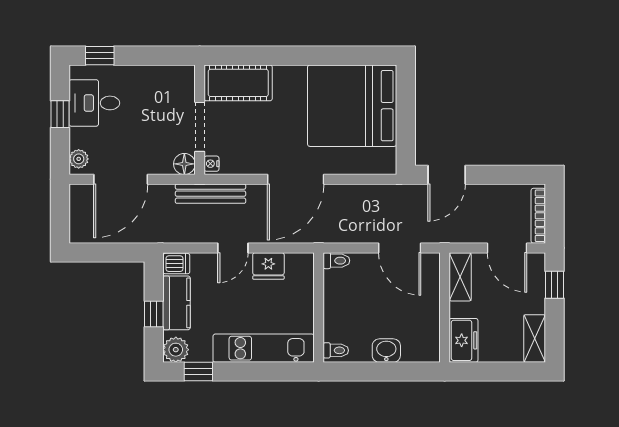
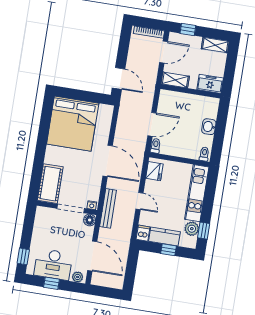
desk: (94, 103) -> (53, 264), width x1.37
door: (400, 248) -> (152, 124), moved
fridge: (268, 266) -> (154, 171), moved
plant: (176, 350) -> (192, 229), moved

